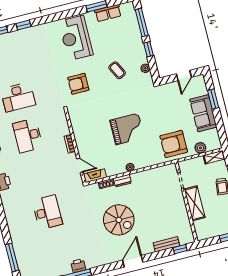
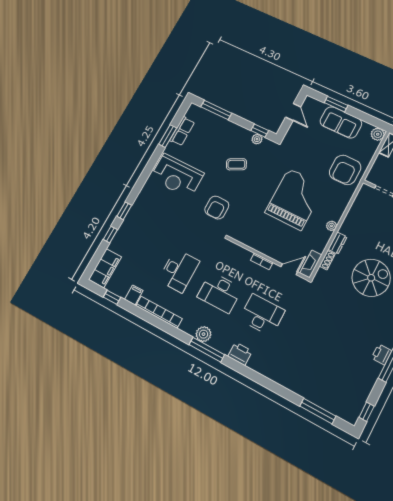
window: (149, 49) -> (260, 131), moved
grand piano: (127, 129) -> (295, 199), width x1.37, depth x1.48
plant: (200, 148) -> (378, 134), moved
desk: (47, 212) -> (262, 315), moved

